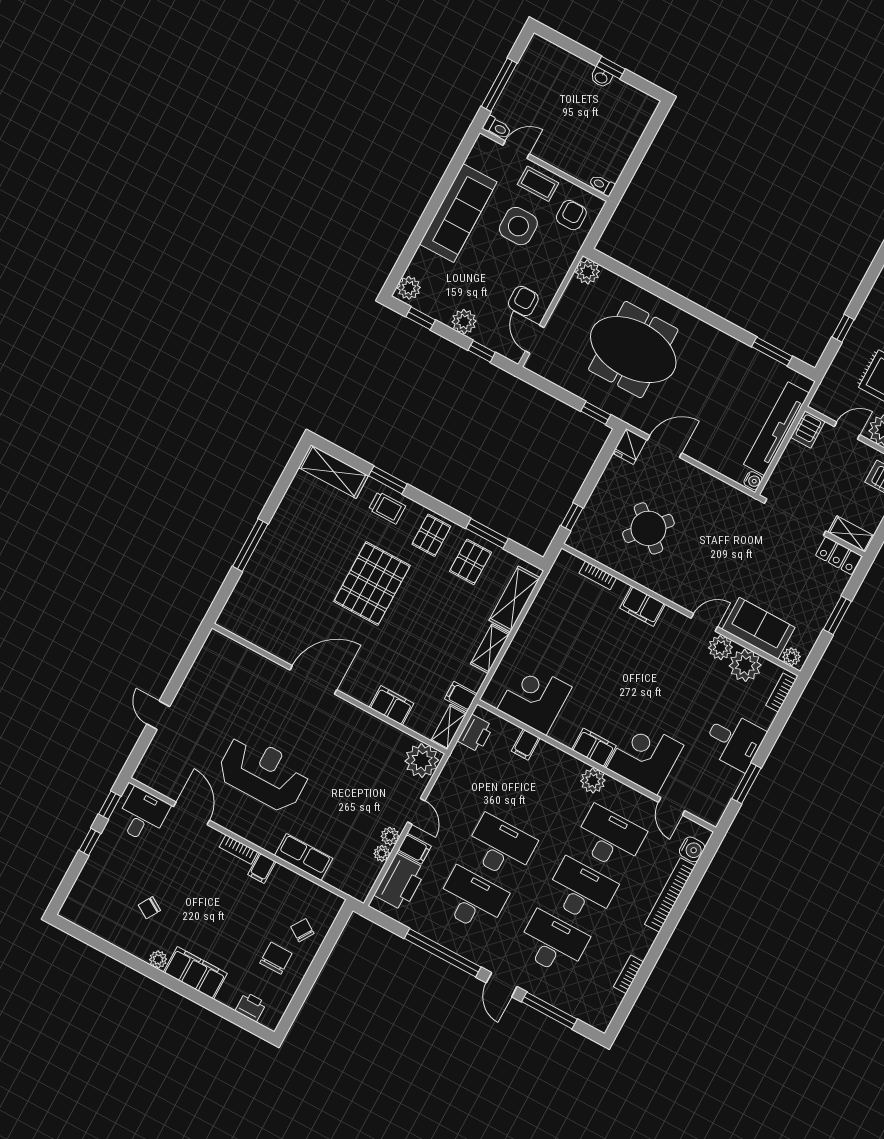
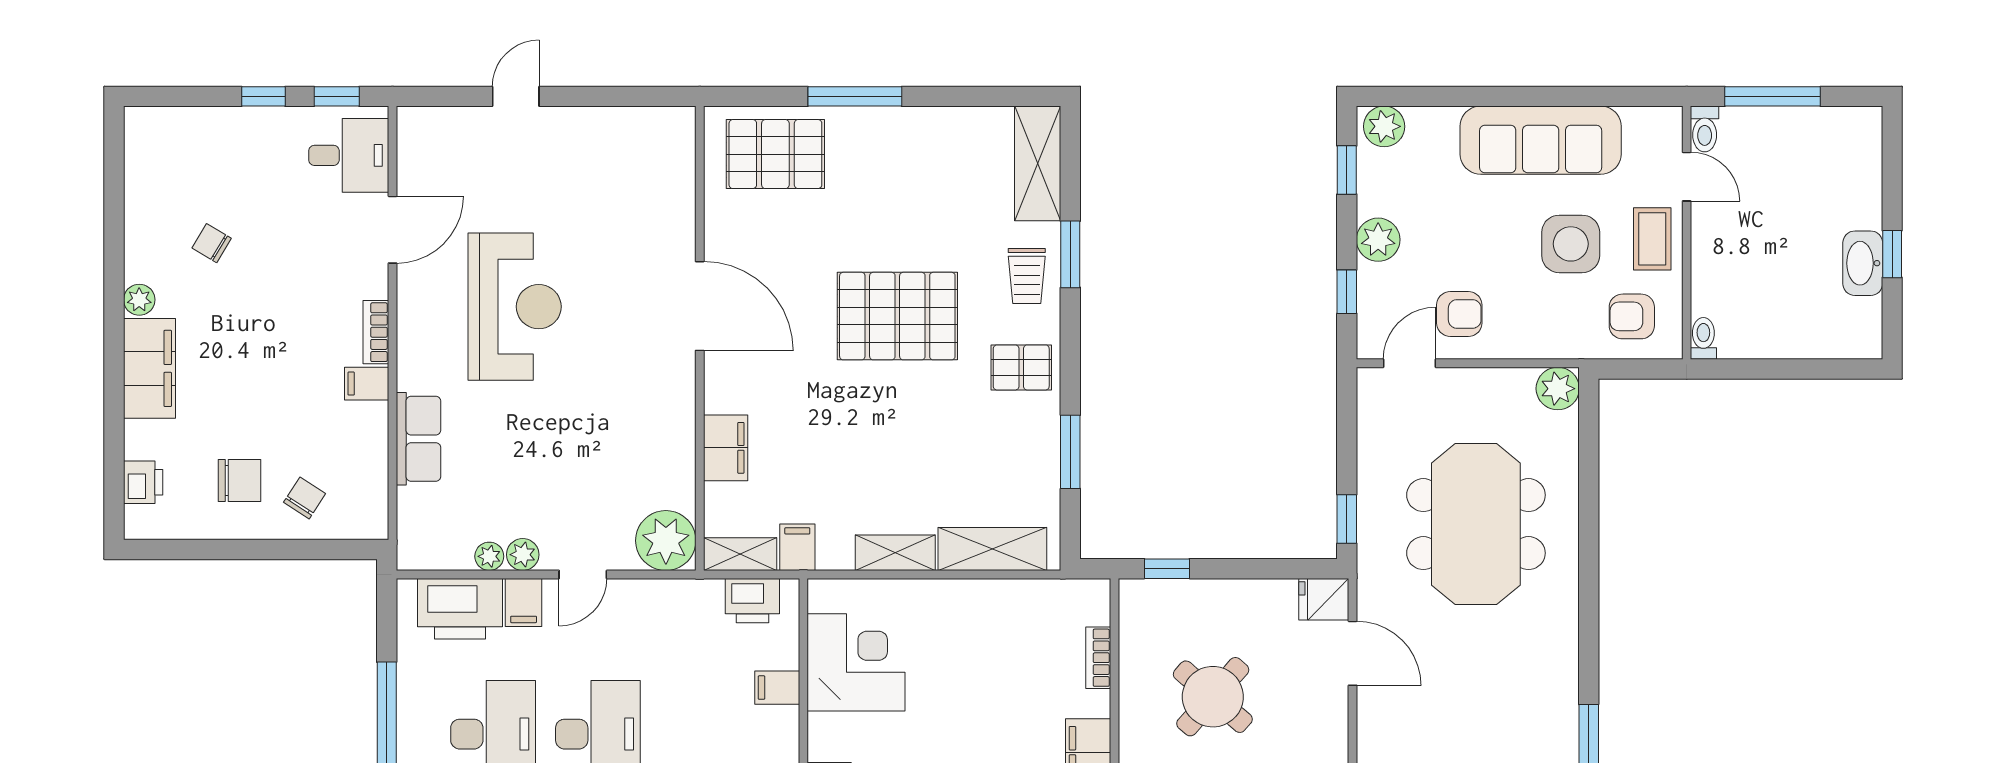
washbasin: (601, 78) -> (1863, 263), width x1.91, depth x1.45
armchair: (571, 215) -> (1632, 316), turned 180
pallet: (470, 562) -> (775, 154), moved, width x1.50, depth x1.42

